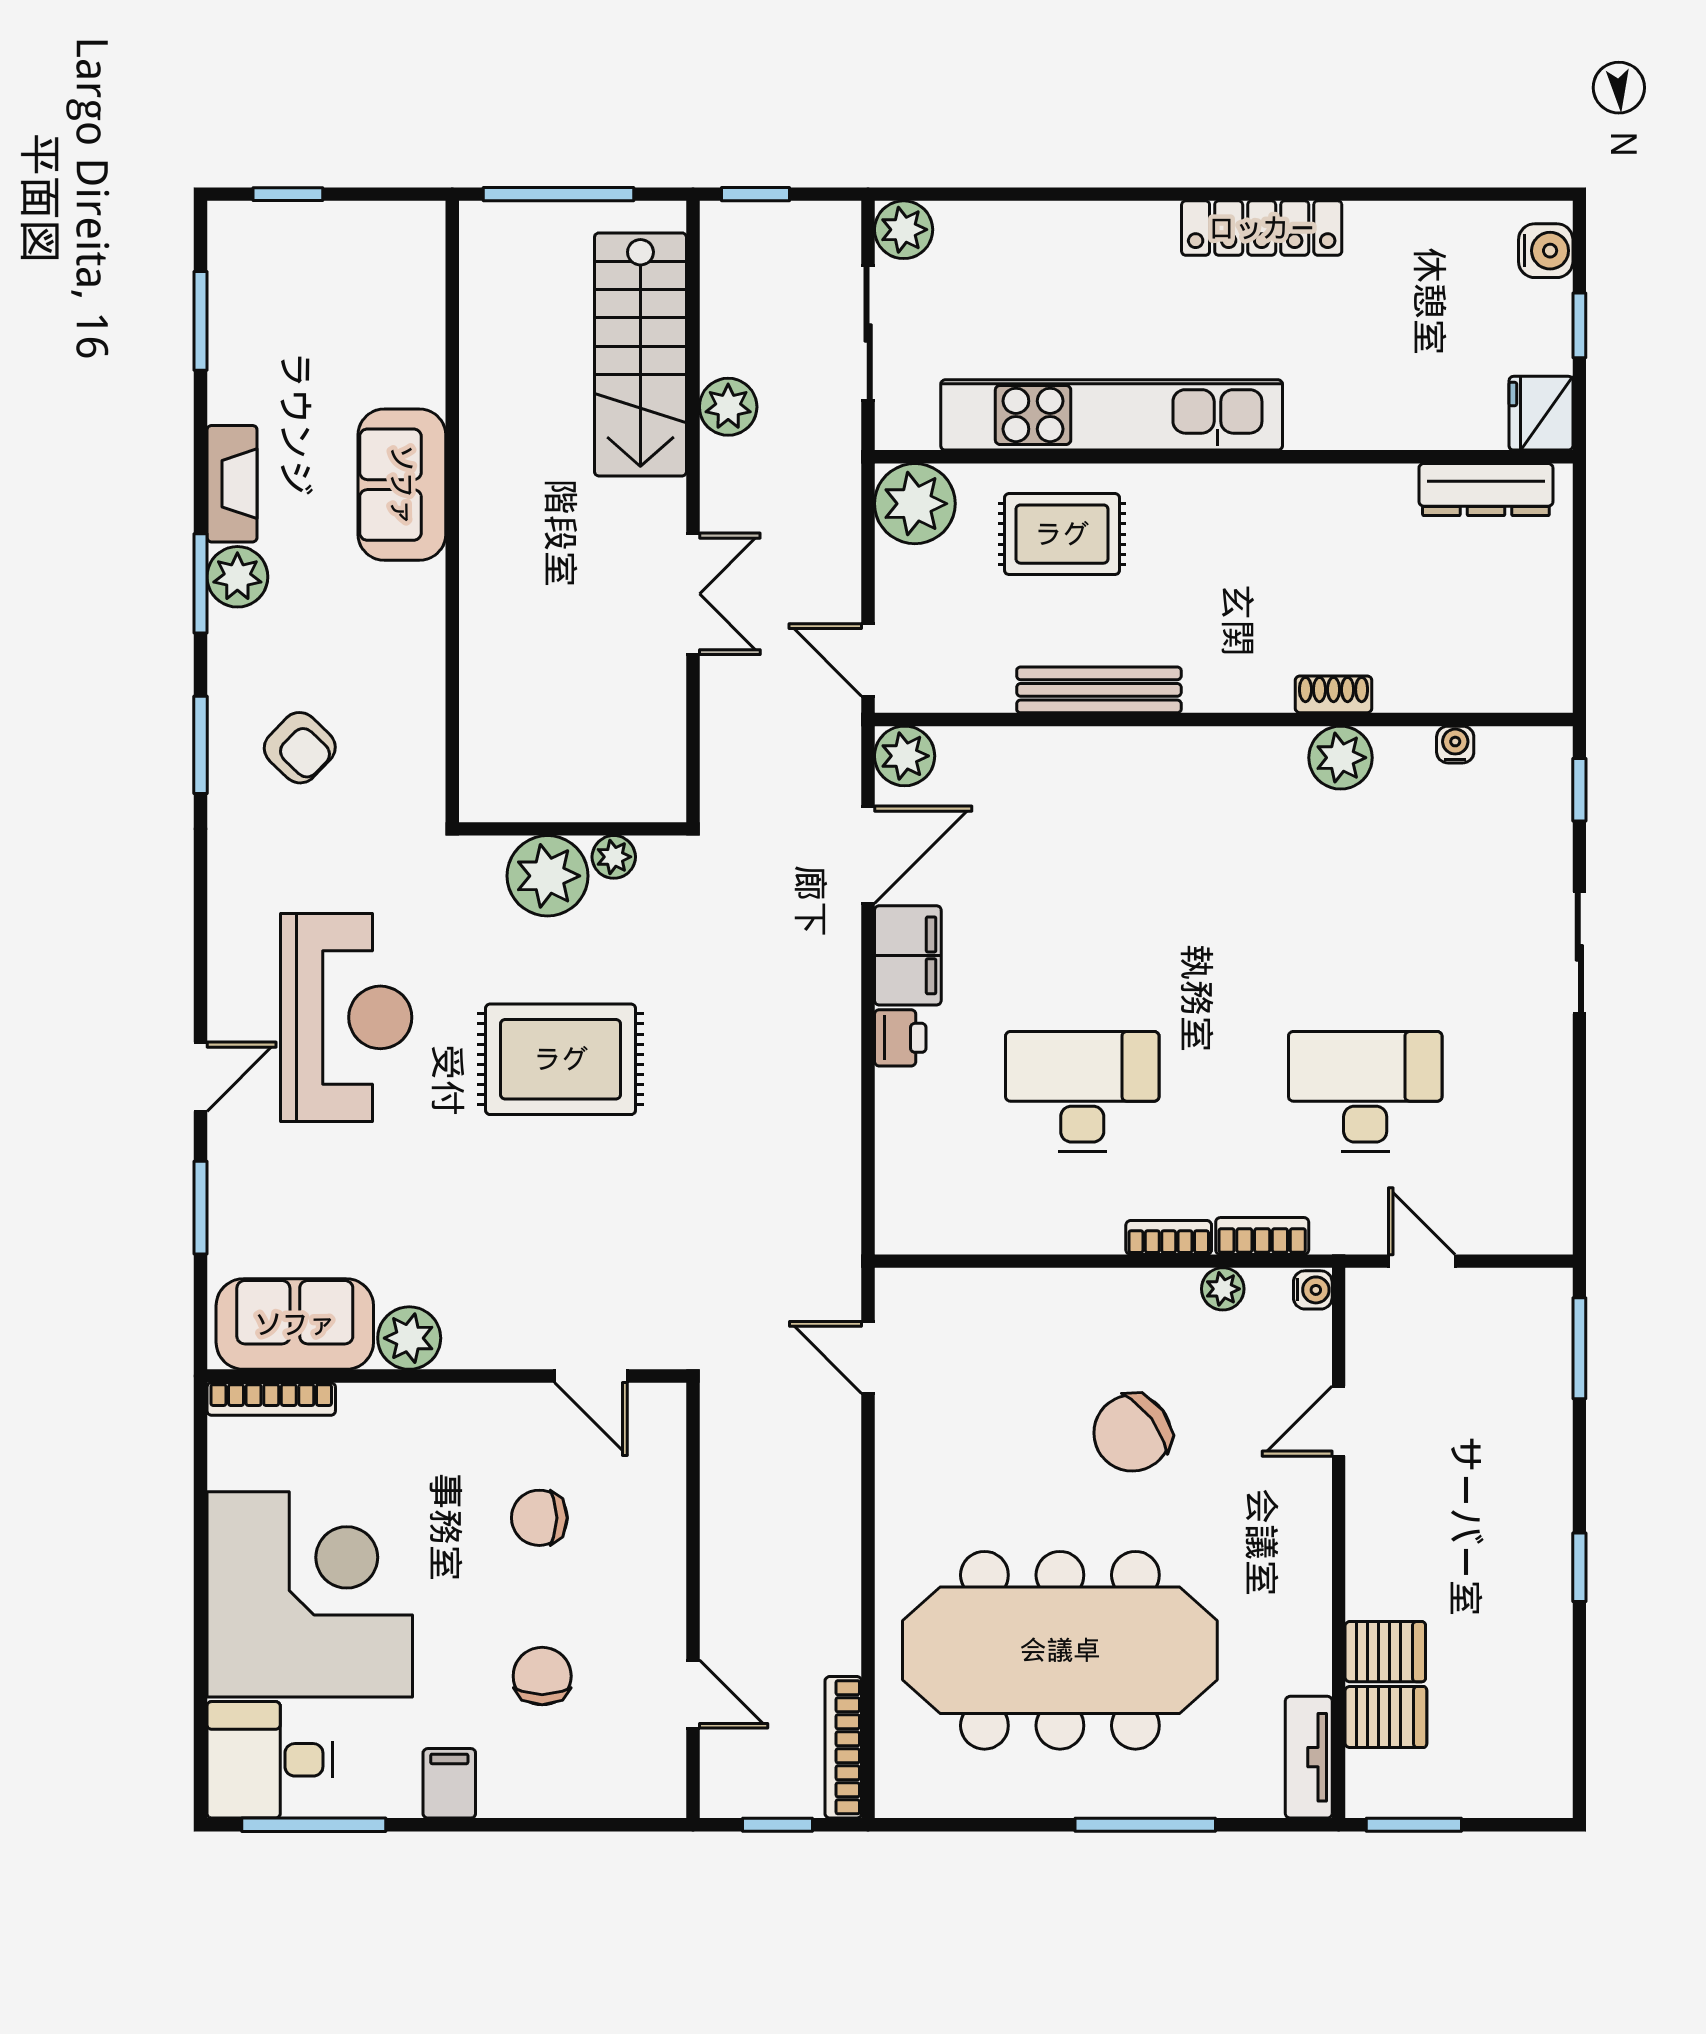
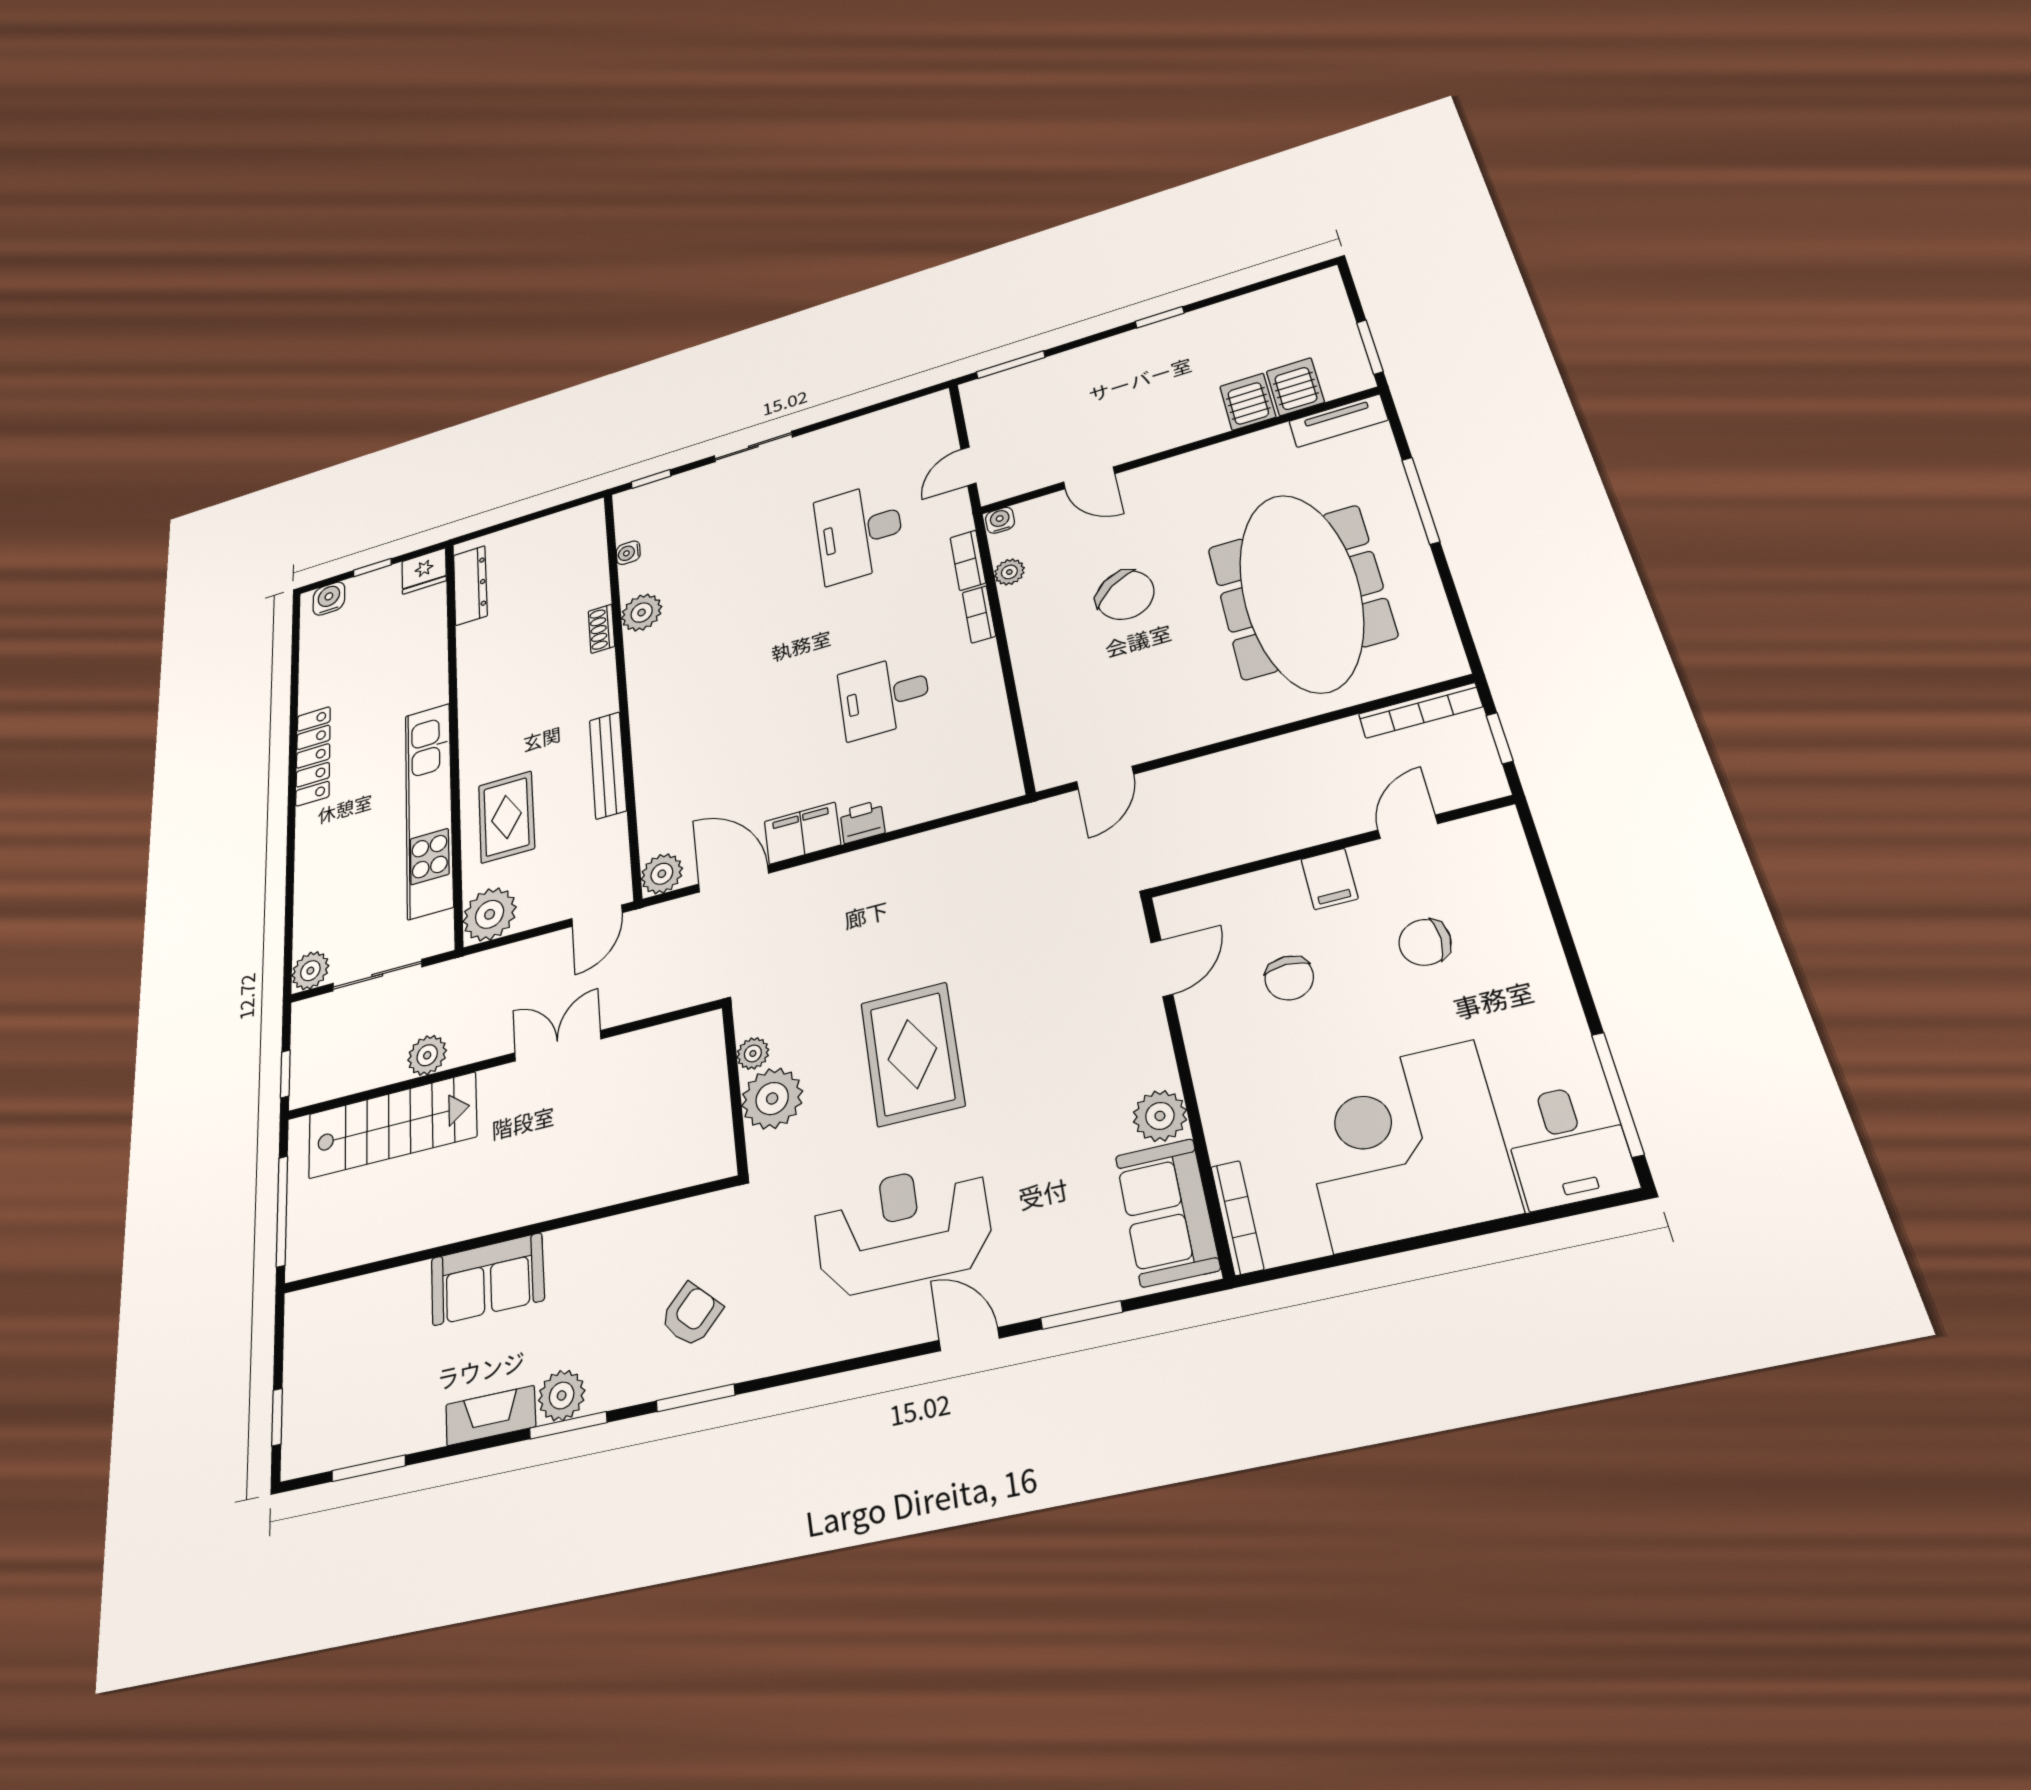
desk: (1082, 1092) -> (884, 696), width x0.73
filing cabinet: (449, 1783) -> (1330, 879), moved, turned -90

